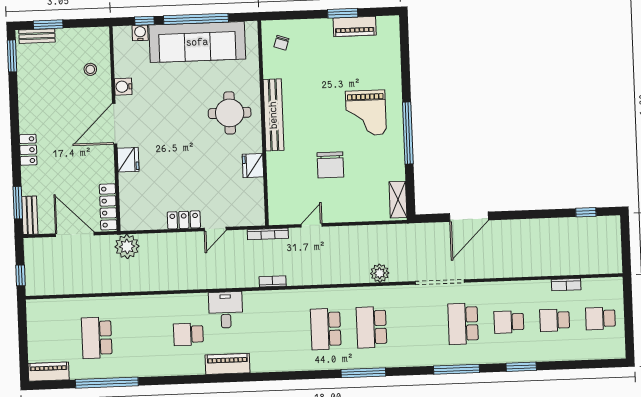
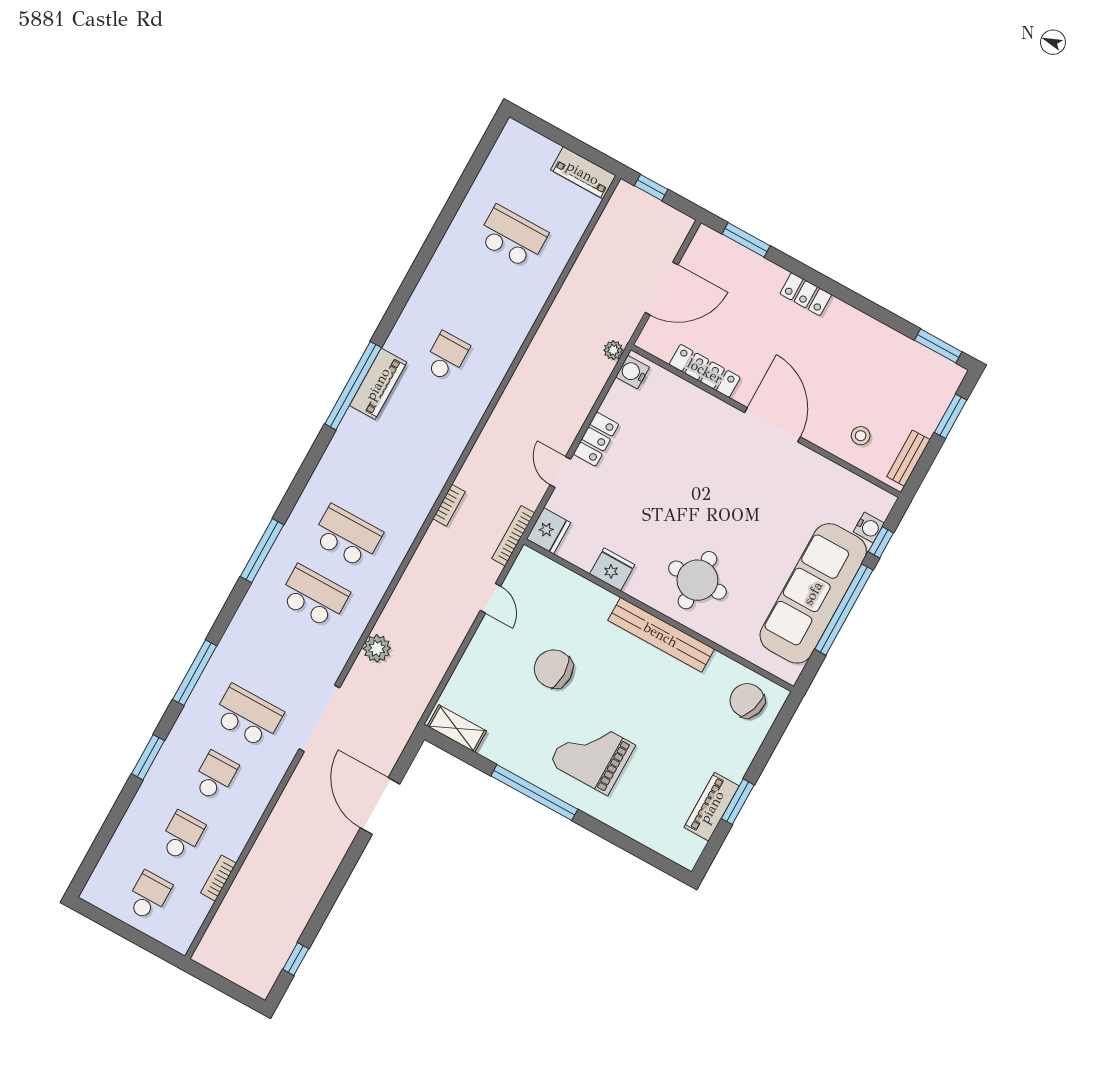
bench: (37, 36) -> (908, 458), moved
chair: (281, 43) -> (747, 701), width x1.87, depth x1.87
water cooler: (123, 87) -> (633, 372), moved, turned -90
fridge: (128, 160) -> (548, 531), moved, turned -90
locker: (108, 207) -> (705, 371), moved
bench: (30, 215) -> (721, 246), removed
plant: (127, 246) -> (613, 350), width x0.53, depth x0.53
desk: (226, 310) -> (449, 423), removed
piano: (49, 372) -> (583, 173), moved, turned 90
window: (107, 383) -> (353, 386), moved

